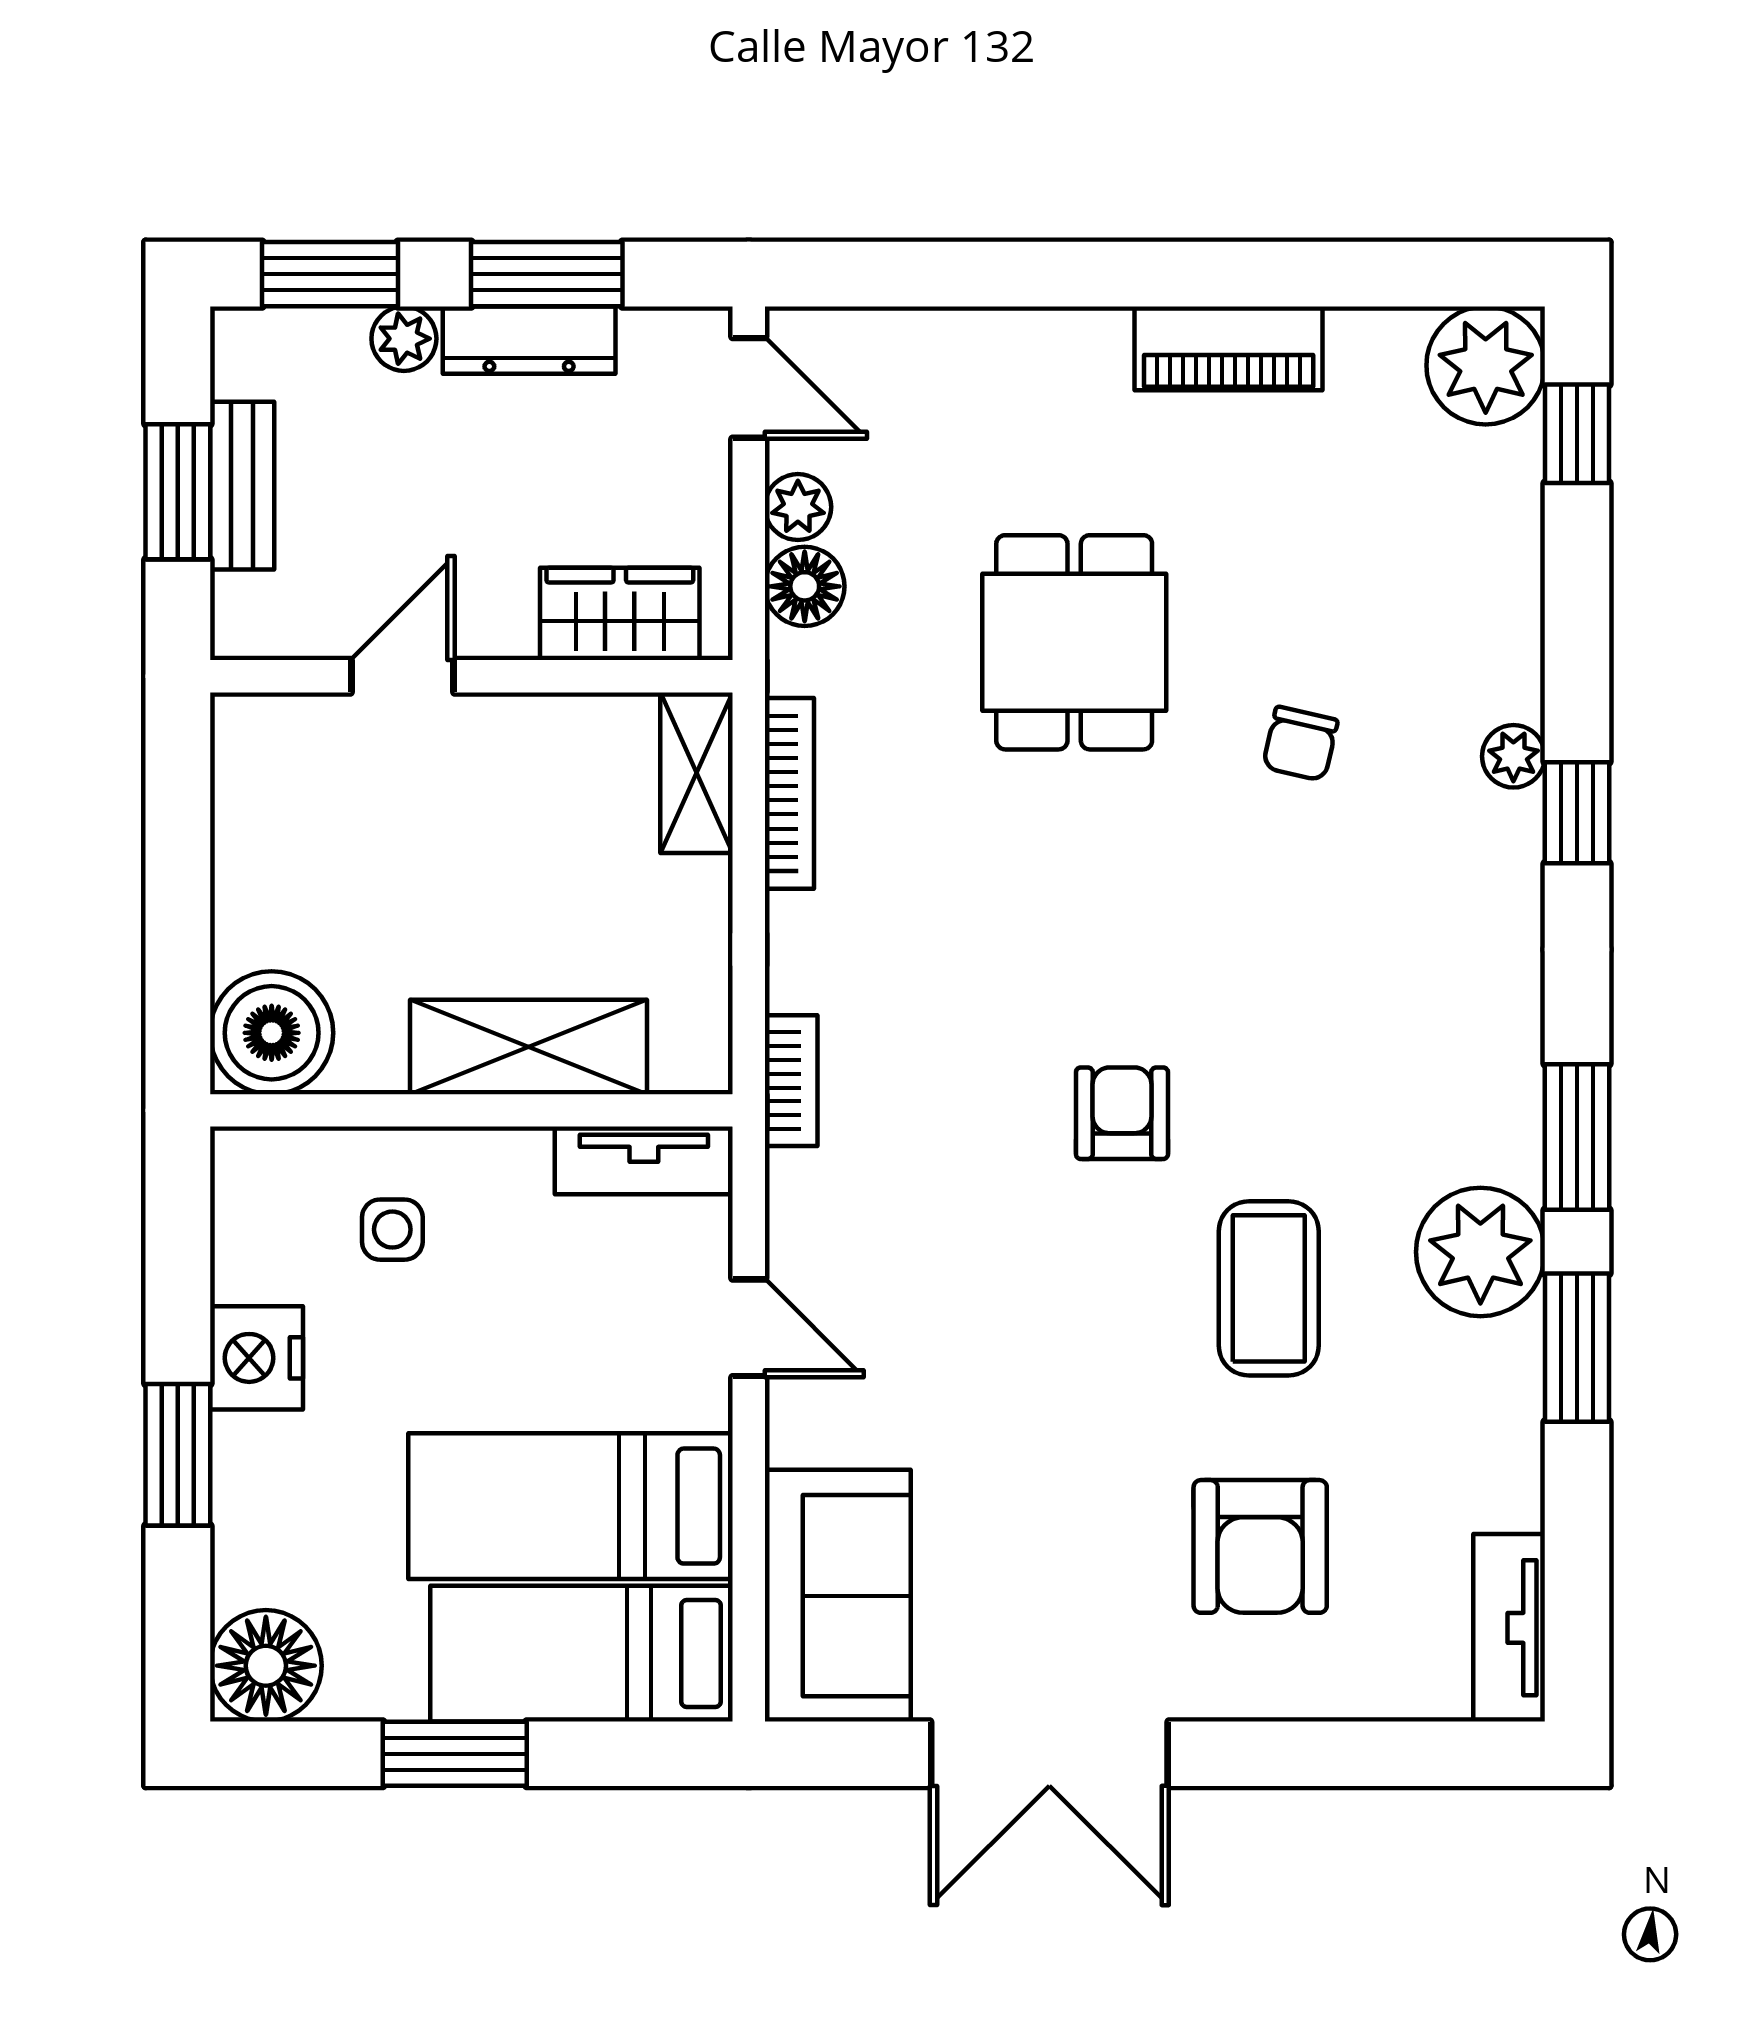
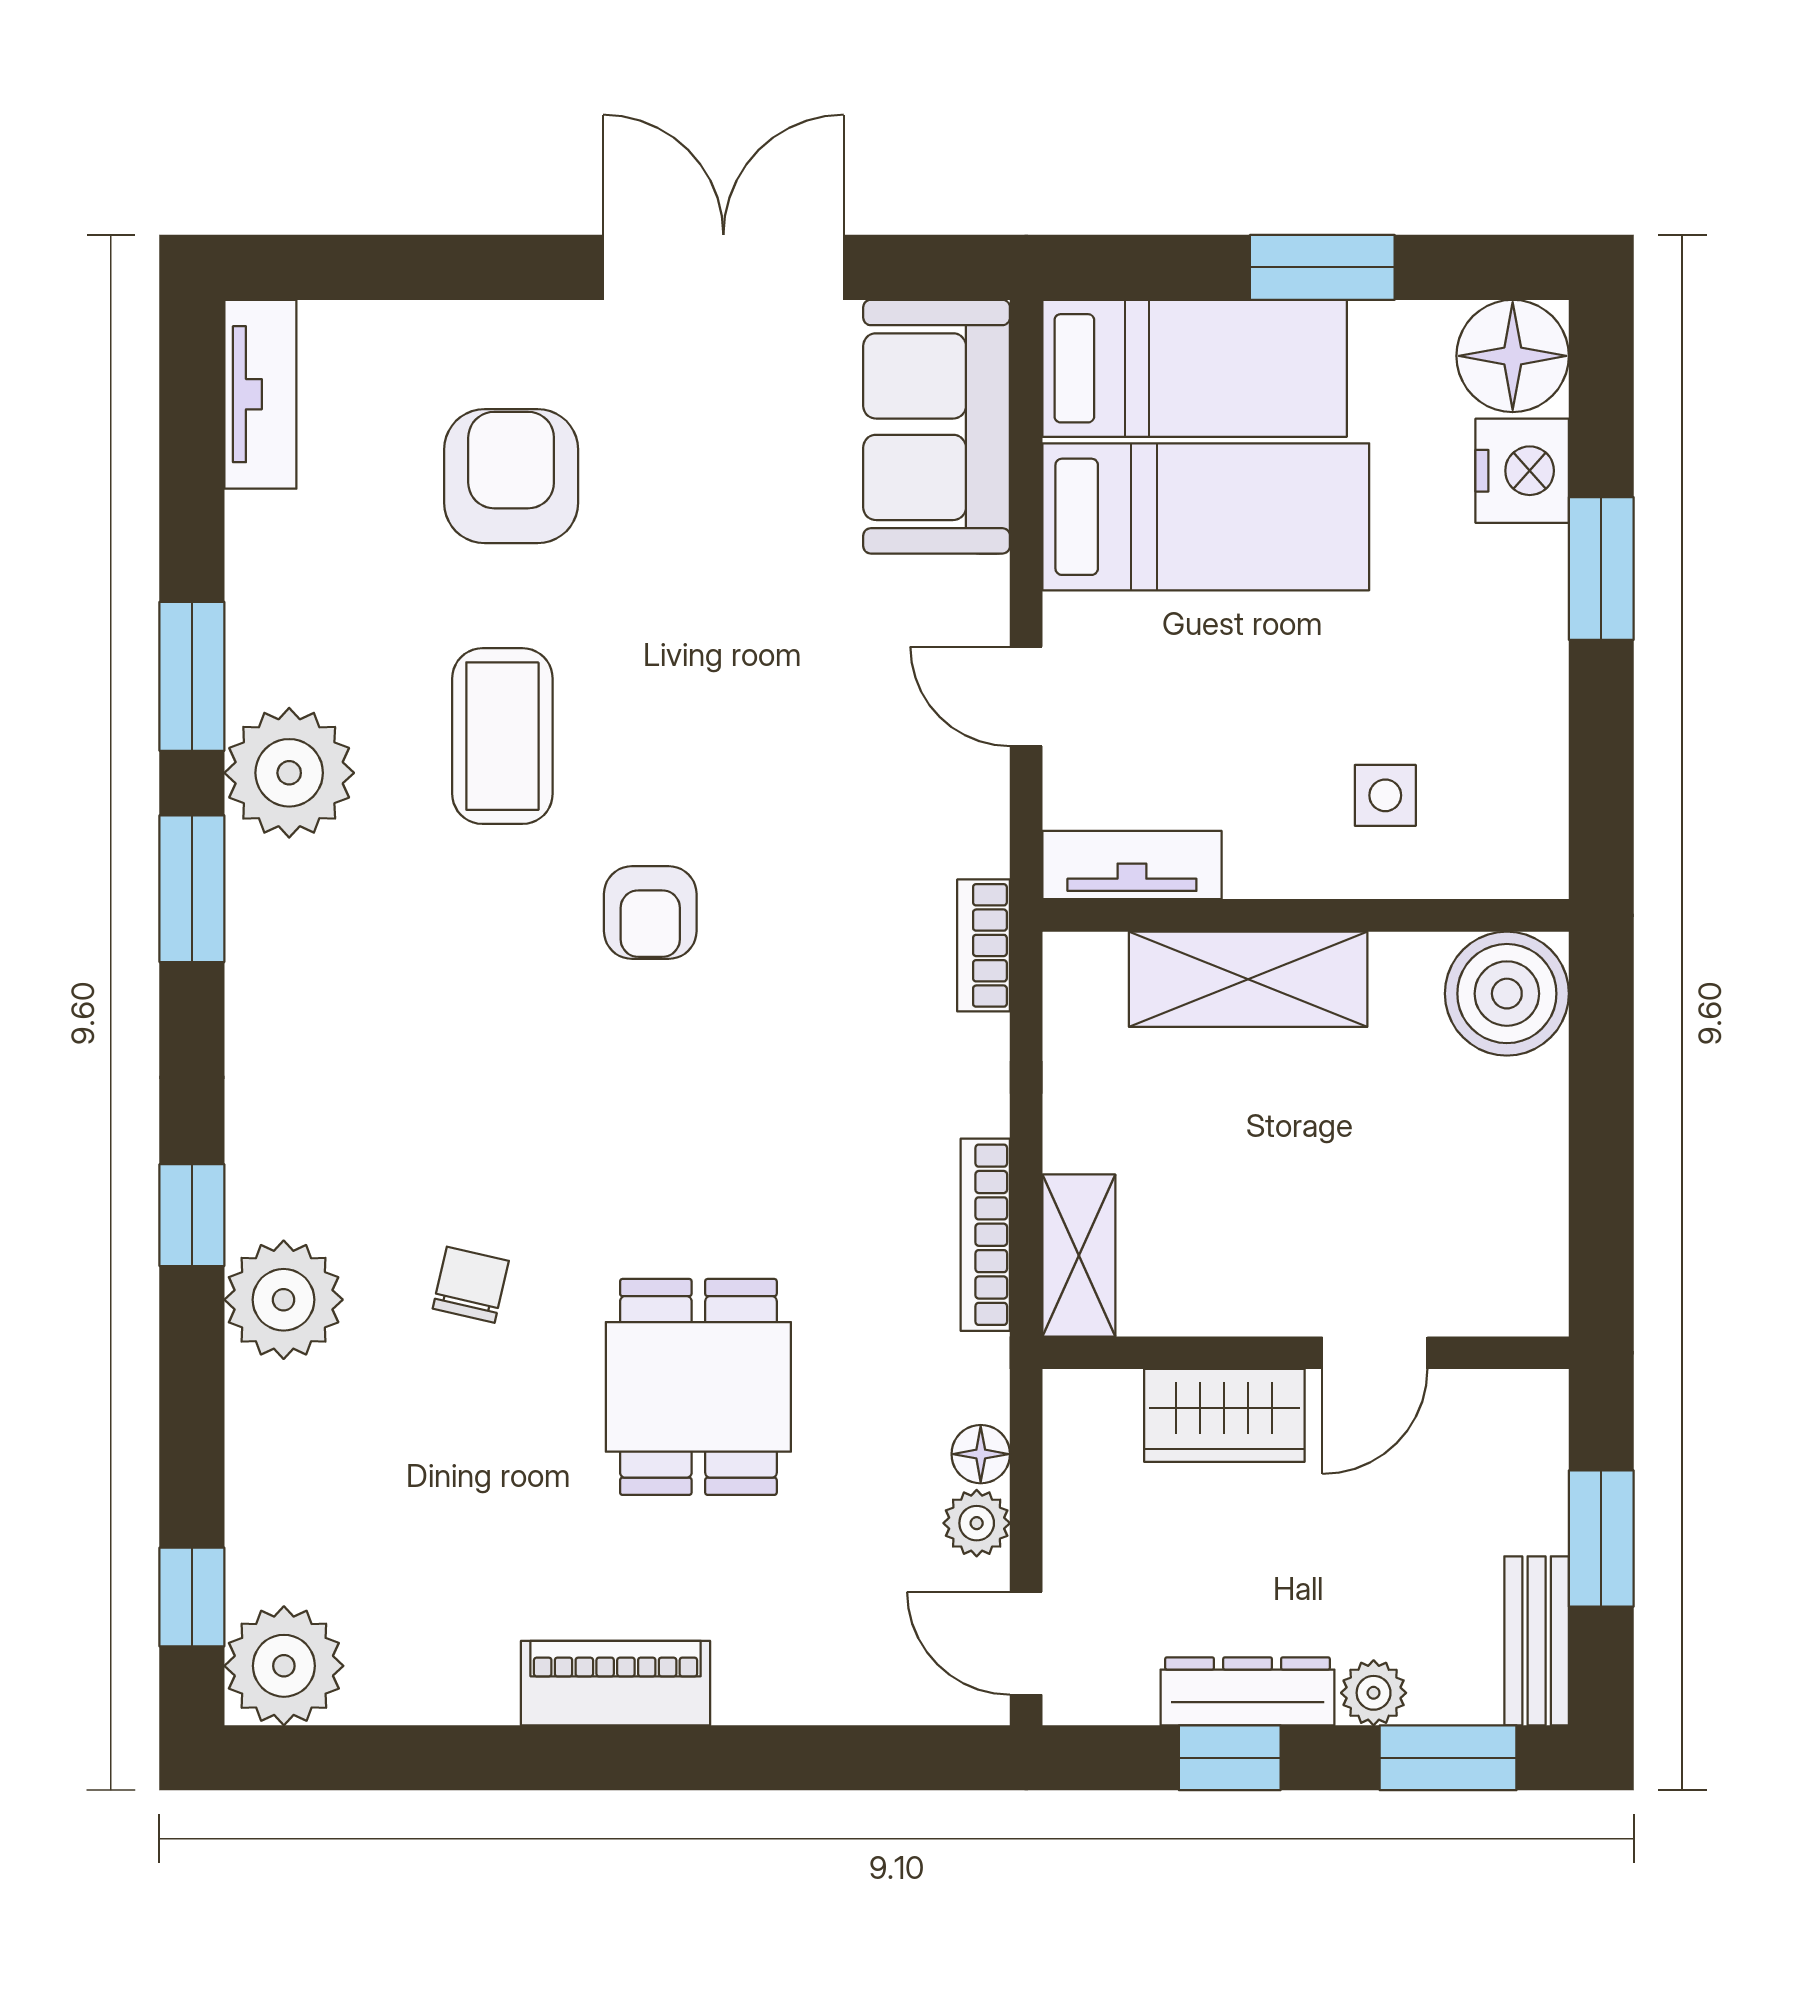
window: (547, 274) -> (1230, 1758), width x0.67
piano: (1229, 348) -> (616, 1683), moved
bench: (242, 486) -> (1537, 1641), moved
floor lamp: (805, 586) -> (981, 1454), width x0.73, depth x0.73
wardrobe: (620, 614) -> (1224, 1415), moved
plant: (1513, 756) -> (284, 1300), width x1.87, depth x1.87
nightstand: (256, 1358) -> (1522, 471), moved

